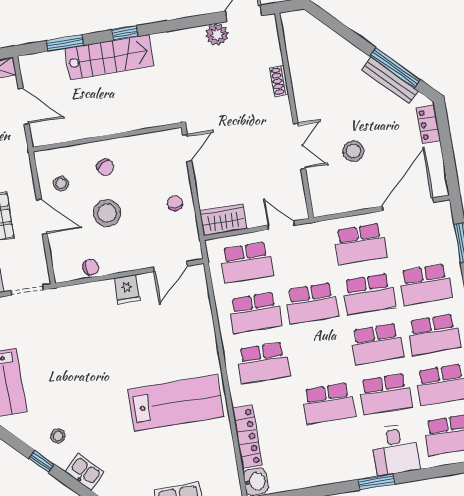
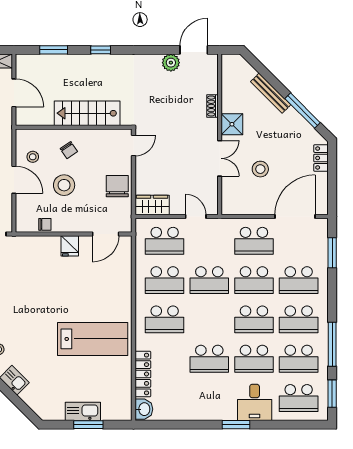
stairs: (109, 57) -> (87, 113), moved, turned 180
bench: (390, 80) -> (271, 93), moved
shower: (308, 100) -> (232, 124), added
chair: (175, 203) -> (117, 186), width x1.87, depth x1.87

